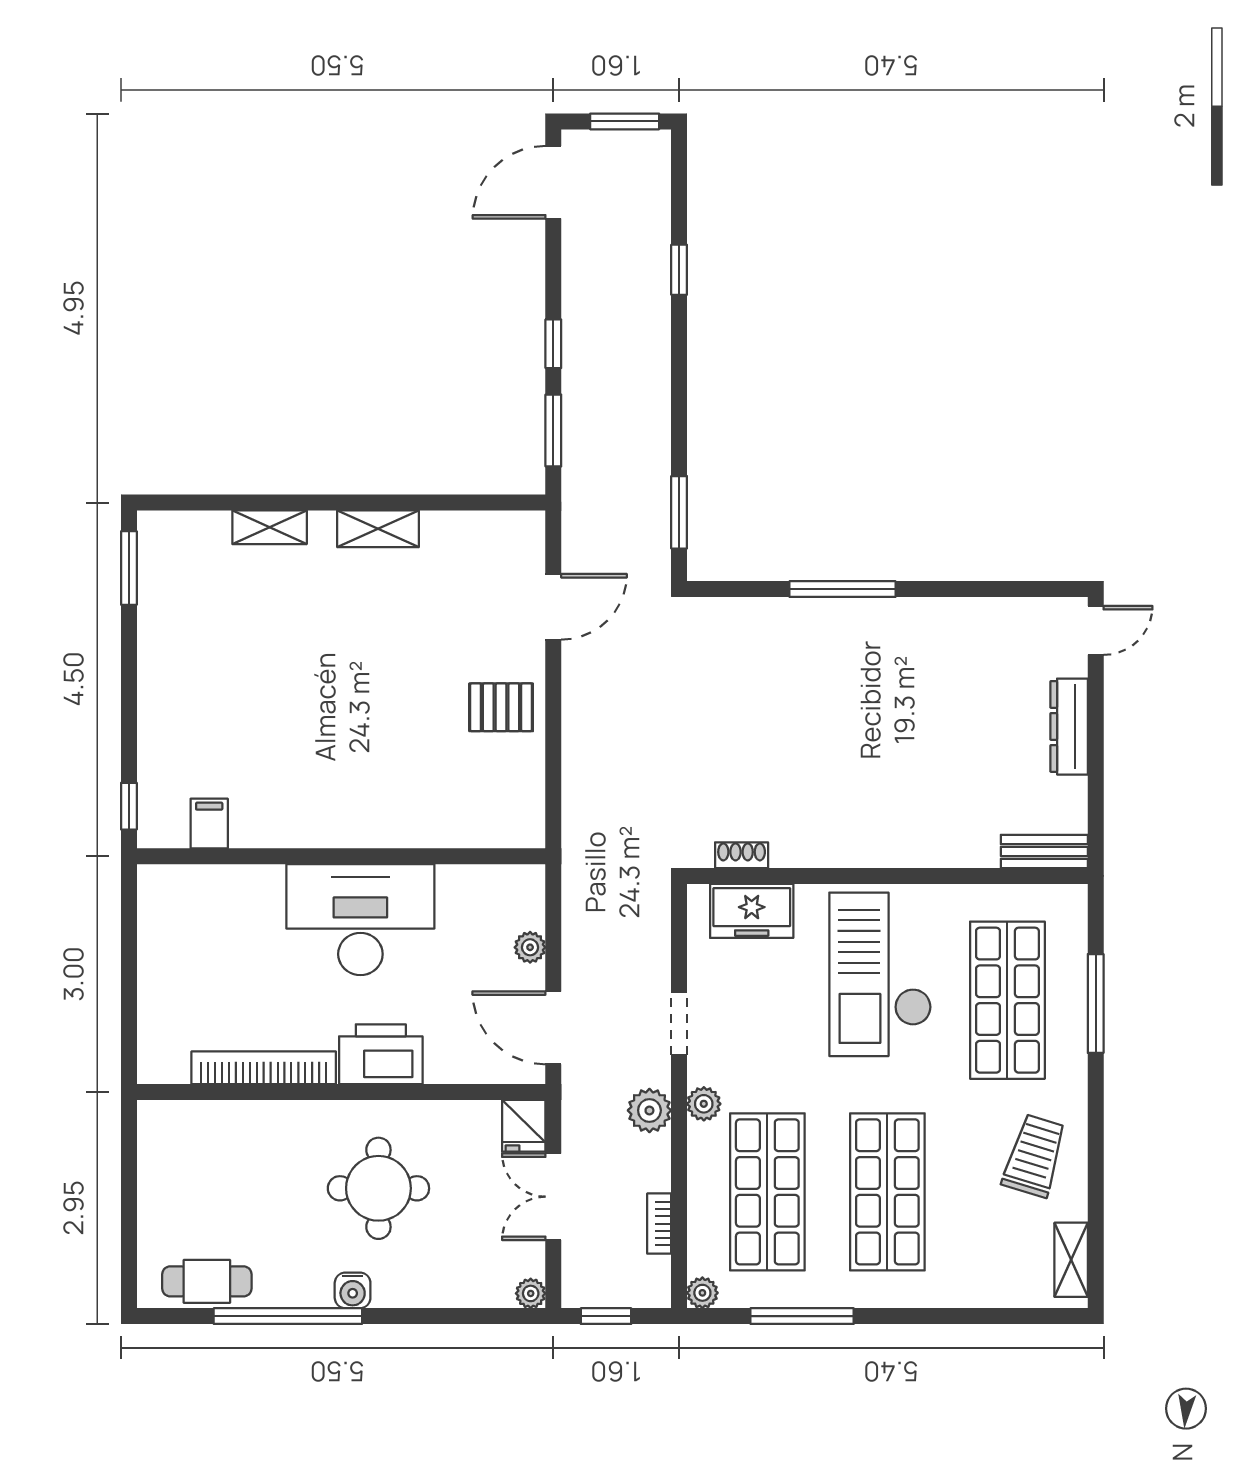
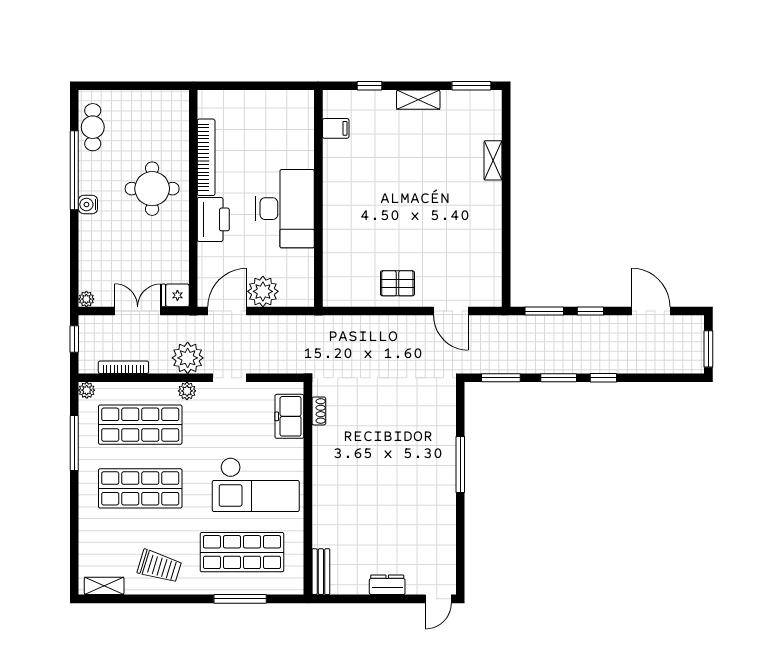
door: (553, 182) -> (651, 311), moved
window: (679, 270) -> (603, 378), moved
window: (679, 404) -> (559, 378), added
shelving: (378, 529) -> (418, 100), moved, turned 90
door: (1096, 630) -> (438, 599), hinge flipped
pallet: (501, 707) -> (397, 283), turned 90
dresser: (1069, 727) -> (387, 585), width x0.70
window: (129, 806) -> (370, 86), moved
plant: (530, 947) -> (263, 291), width x1.88, depth x1.88
checkout: (880, 974) -> (256, 485), turned 180
plant: (649, 1110) -> (188, 358), width x1.36, depth x1.36
round table: (378, 1188) -> (152, 189), moved
bookcase: (659, 1224) -> (123, 367), width x1.56

